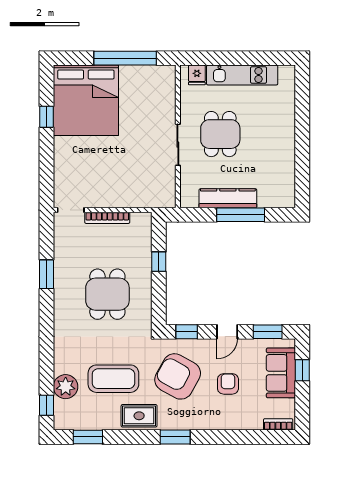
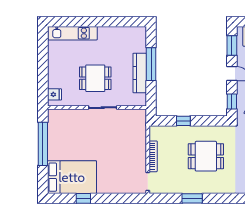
kitchen unit: (242, 75) -> (73, 33), moved, turned 90
bed: (86, 100) -> (72, 177), width x0.73

